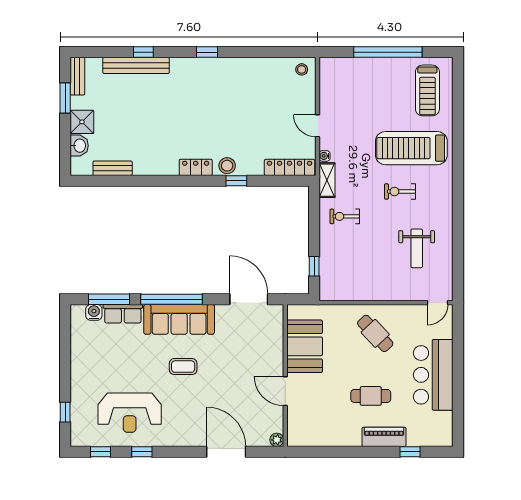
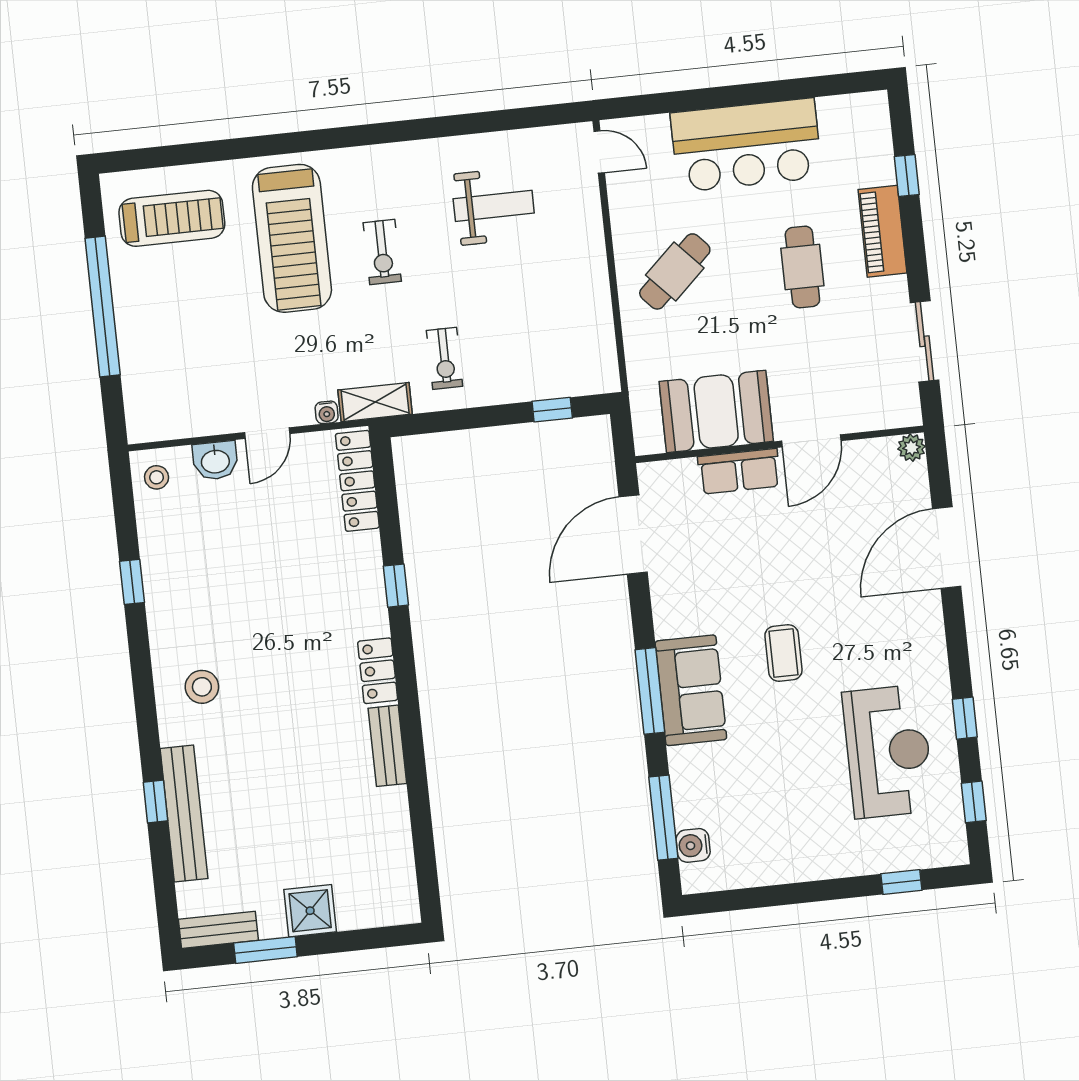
window: (207, 52) -> (132, 582), moved
washbasin: (79, 146) -> (215, 461), moved, turned 180
stool: (227, 166) -> (202, 687), moved
bench: (113, 168) -> (387, 746), moved
window: (172, 299) -> (650, 691), width x0.68
row of seats: (123, 314) -> (739, 471), moved, turned 90
sofa: (179, 319) -> (691, 690), width x0.73
sliding door: (328, 452) -> (925, 341), added

